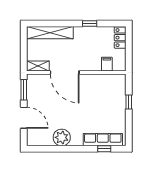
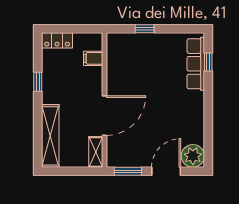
plant: (62, 137) -> (193, 156), moved

